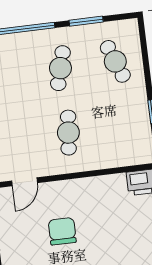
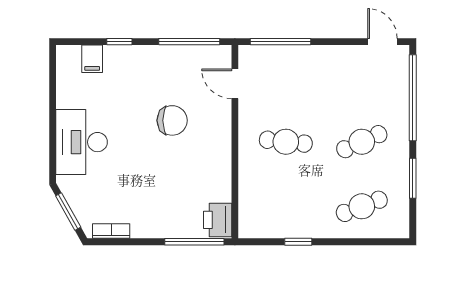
cafe table: (60, 68) -> (362, 142), turned -39

